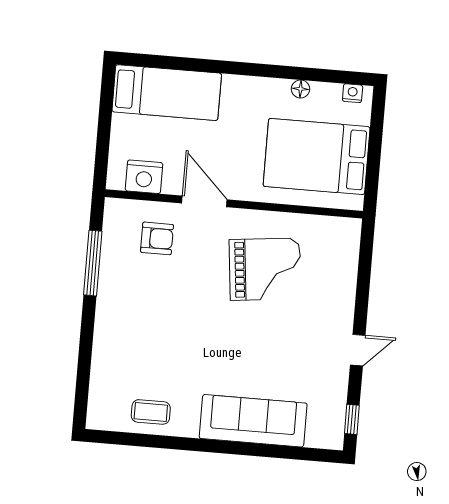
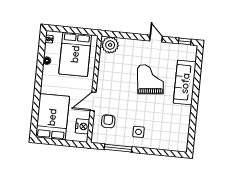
bed: (167, 93) -> (52, 117), width x1.50
plant: (341, 240) -> (110, 45), added
grand piano: (265, 269) -> (150, 79), moved
side table: (133, 312) -> (139, 132), added
coffee table: (151, 412) -> (180, 125), removed

